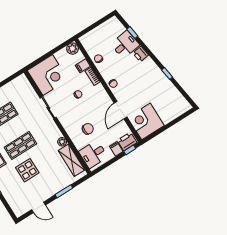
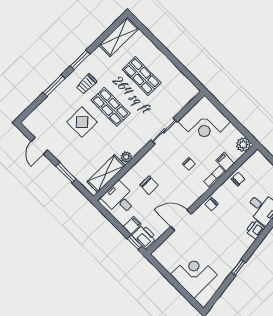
corner desk: (146, 121) -> (194, 275), moved

